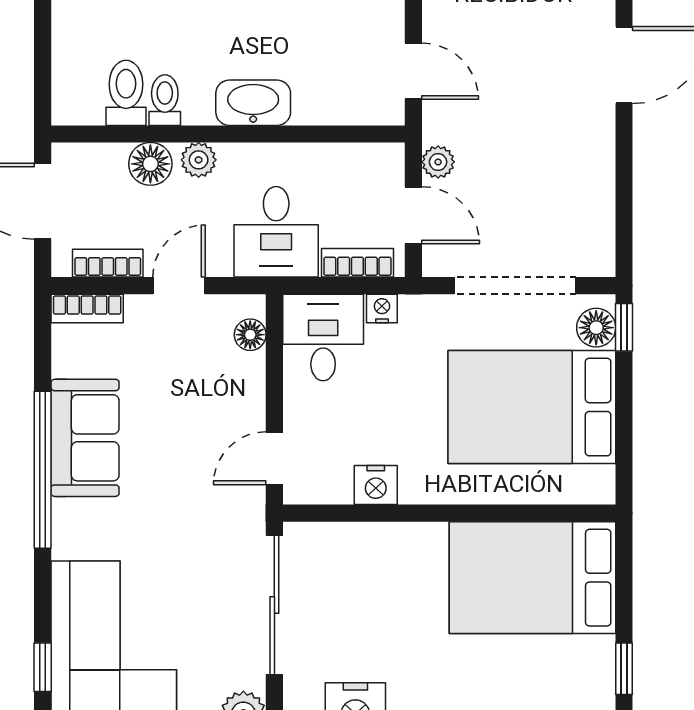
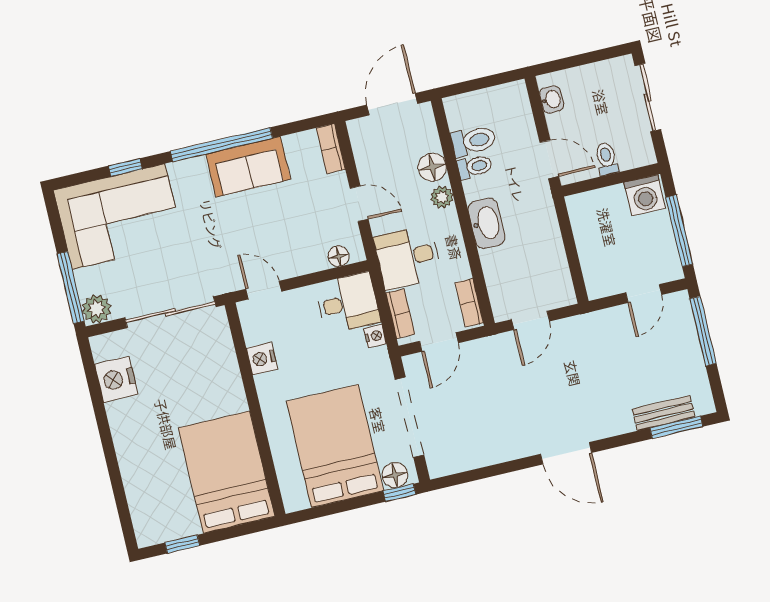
plant: (438, 162) -> (477, 350), removed
bookcase: (108, 263) -> (469, 303), moved, turned 180
window: (43, 667) -> (125, 167), moved

